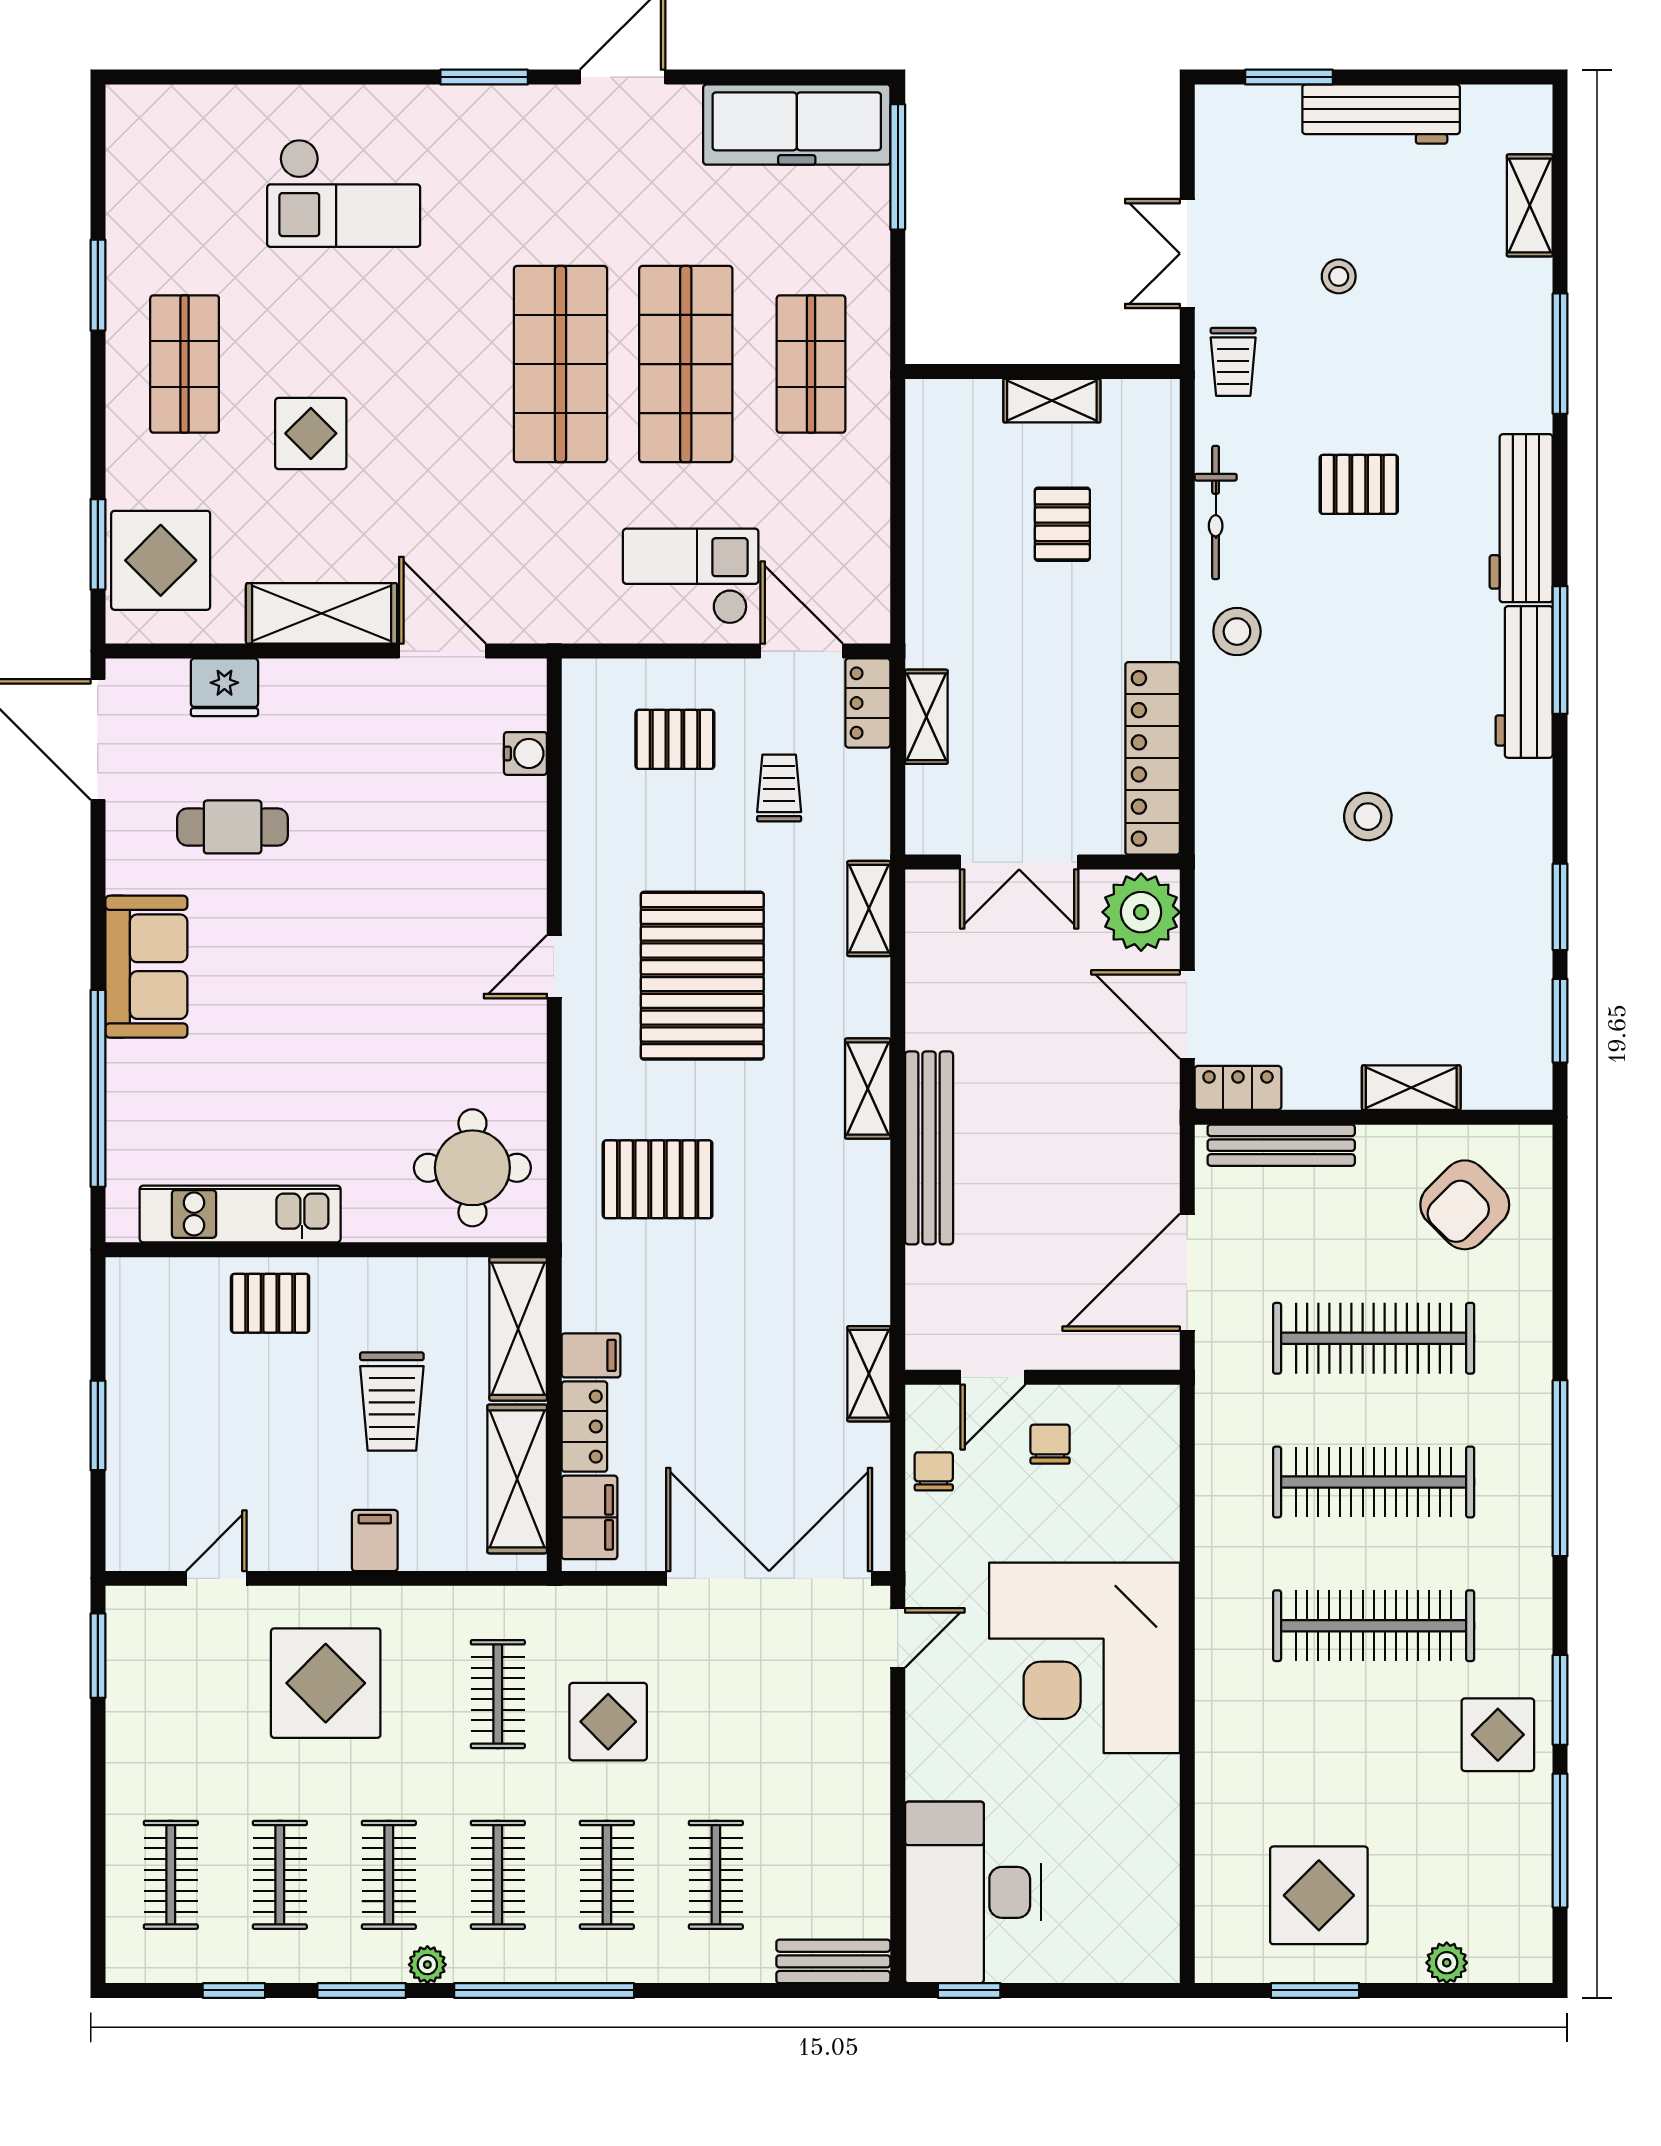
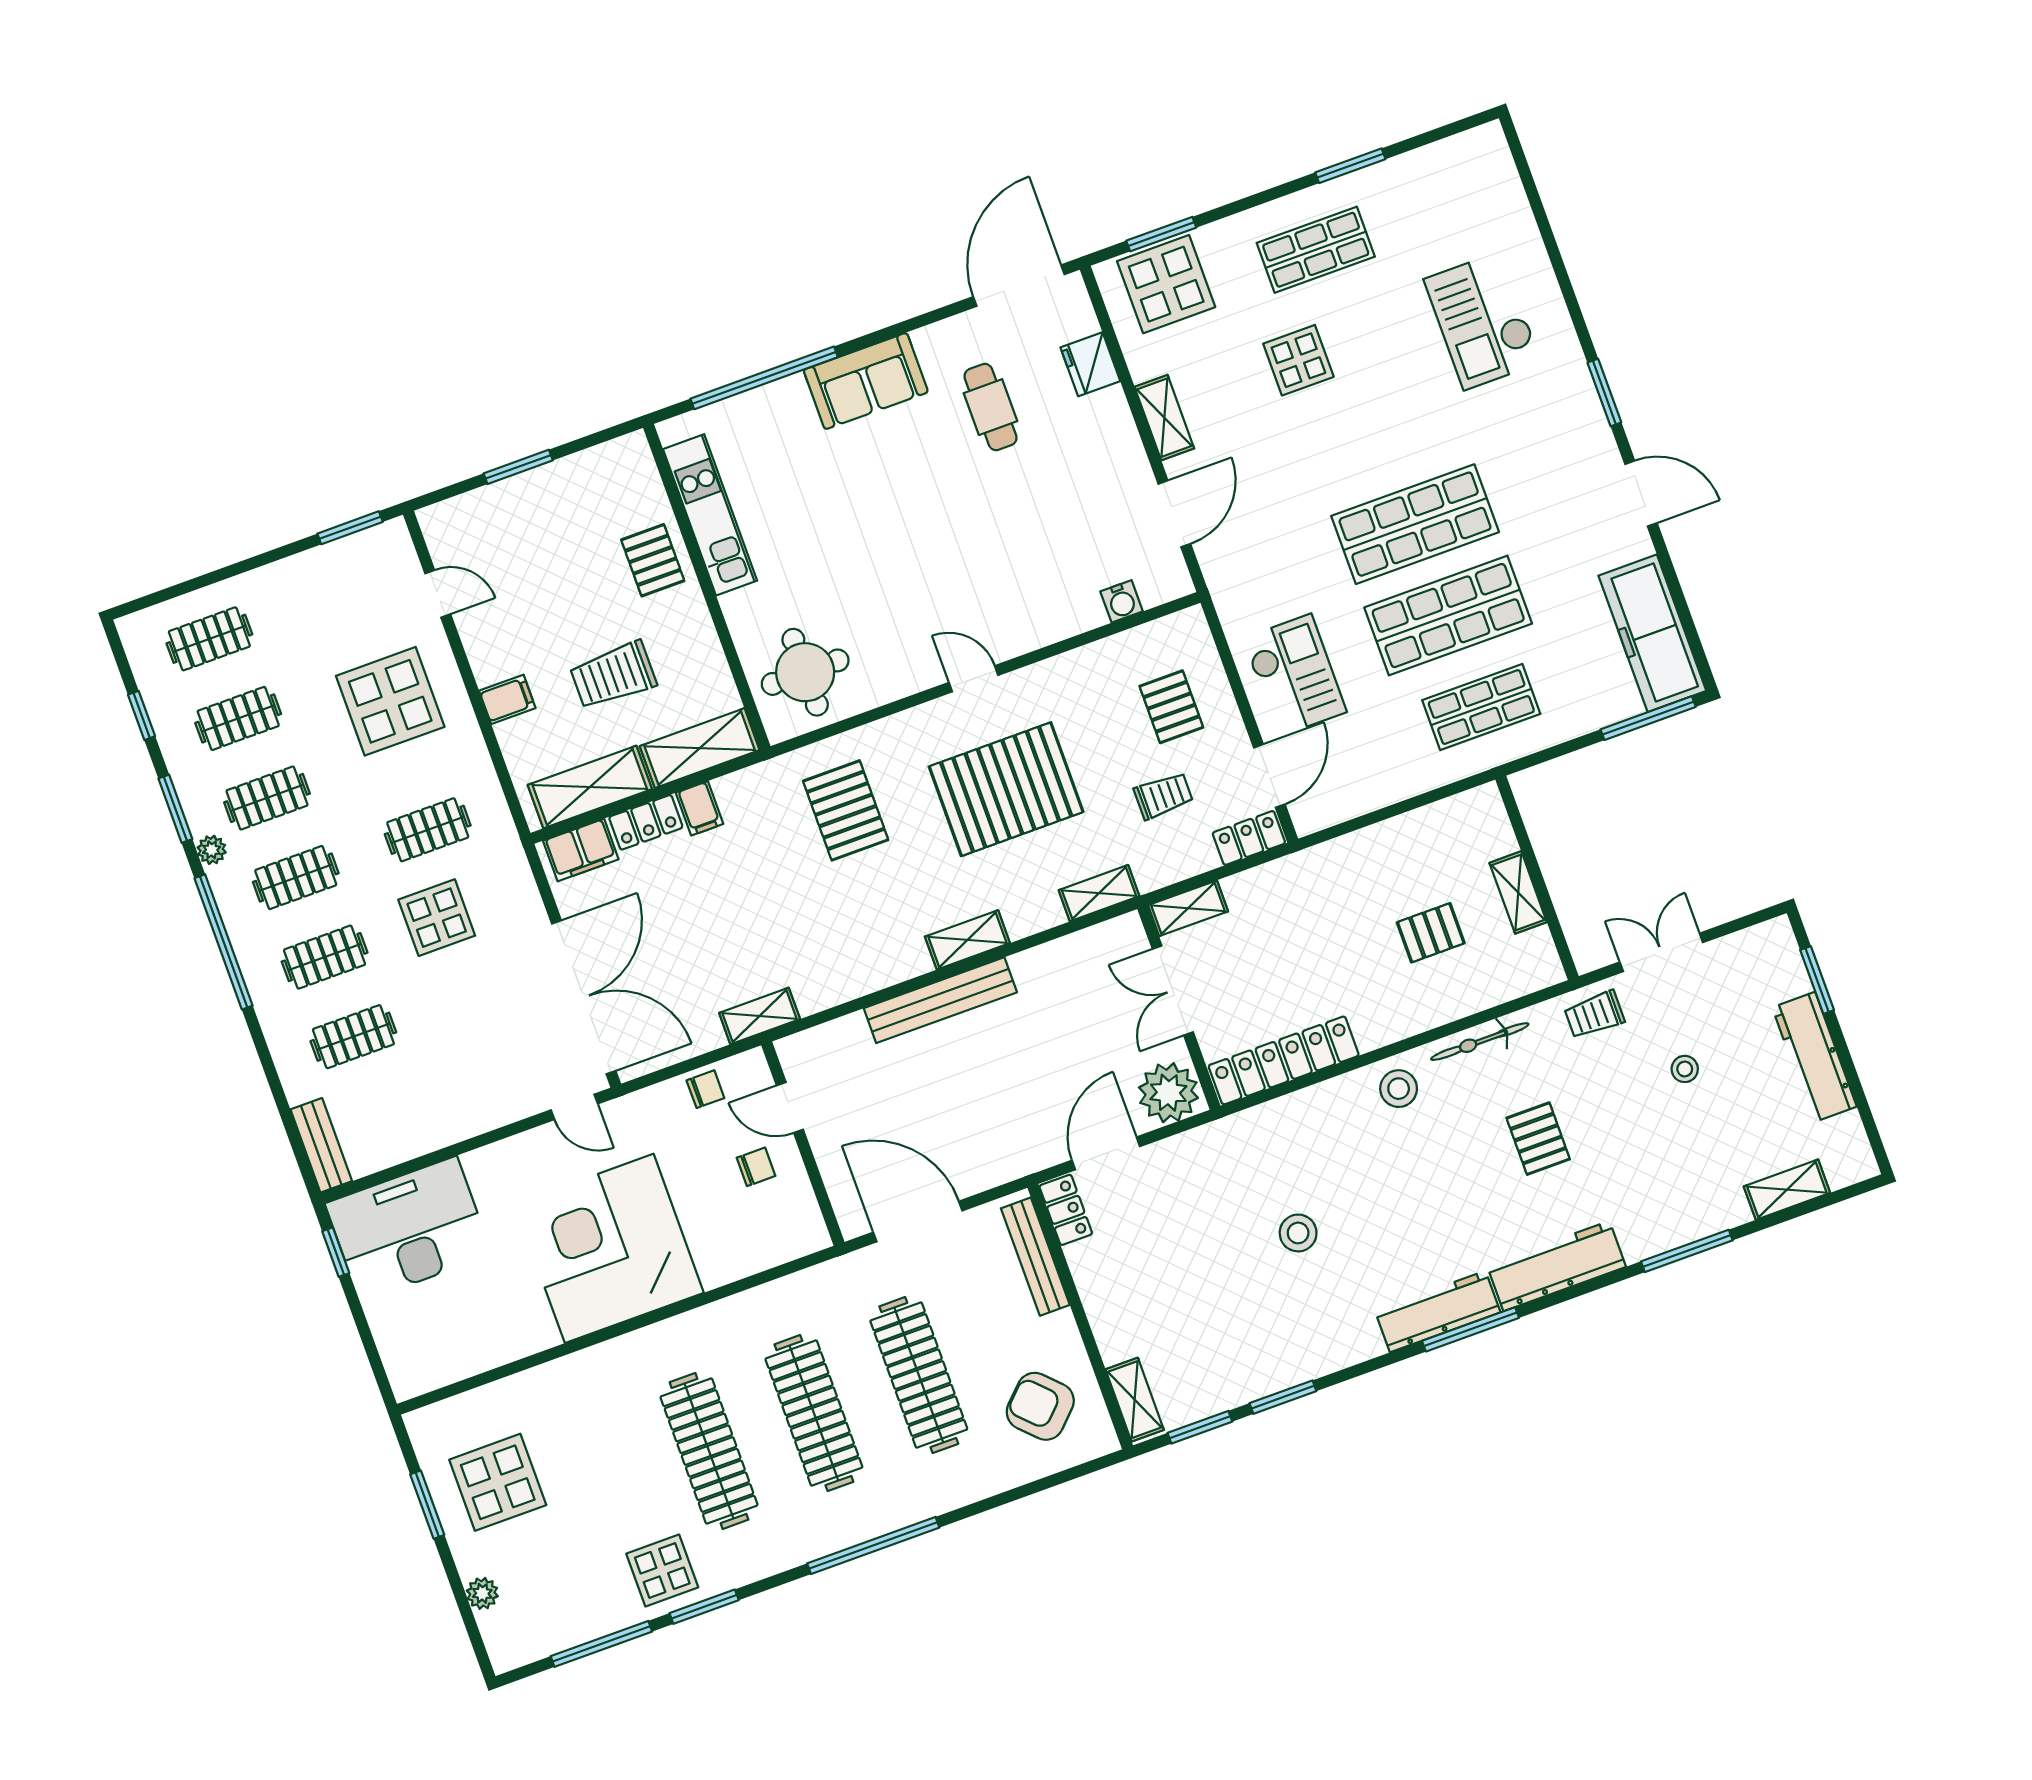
shelving: (322, 613) -> (1164, 418), width x0.67, depth x0.75
shelving: (926, 717) -> (1188, 908), moved
shelving: (1411, 1088) -> (1135, 1400), moved

